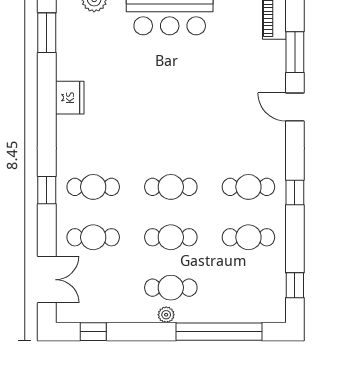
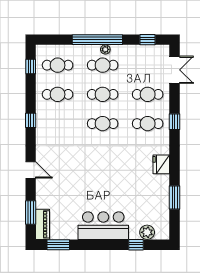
window: (47, 33) -> (175, 198), moved
window: (295, 52) -> (31, 213), moved
fridge: (70, 98) -> (161, 164), moved
cafe table: (248, 187) -> (58, 65), moved
double door: (47, 280) -> (175, 70), swing flipped
window: (219, 332) -> (97, 40), moved

